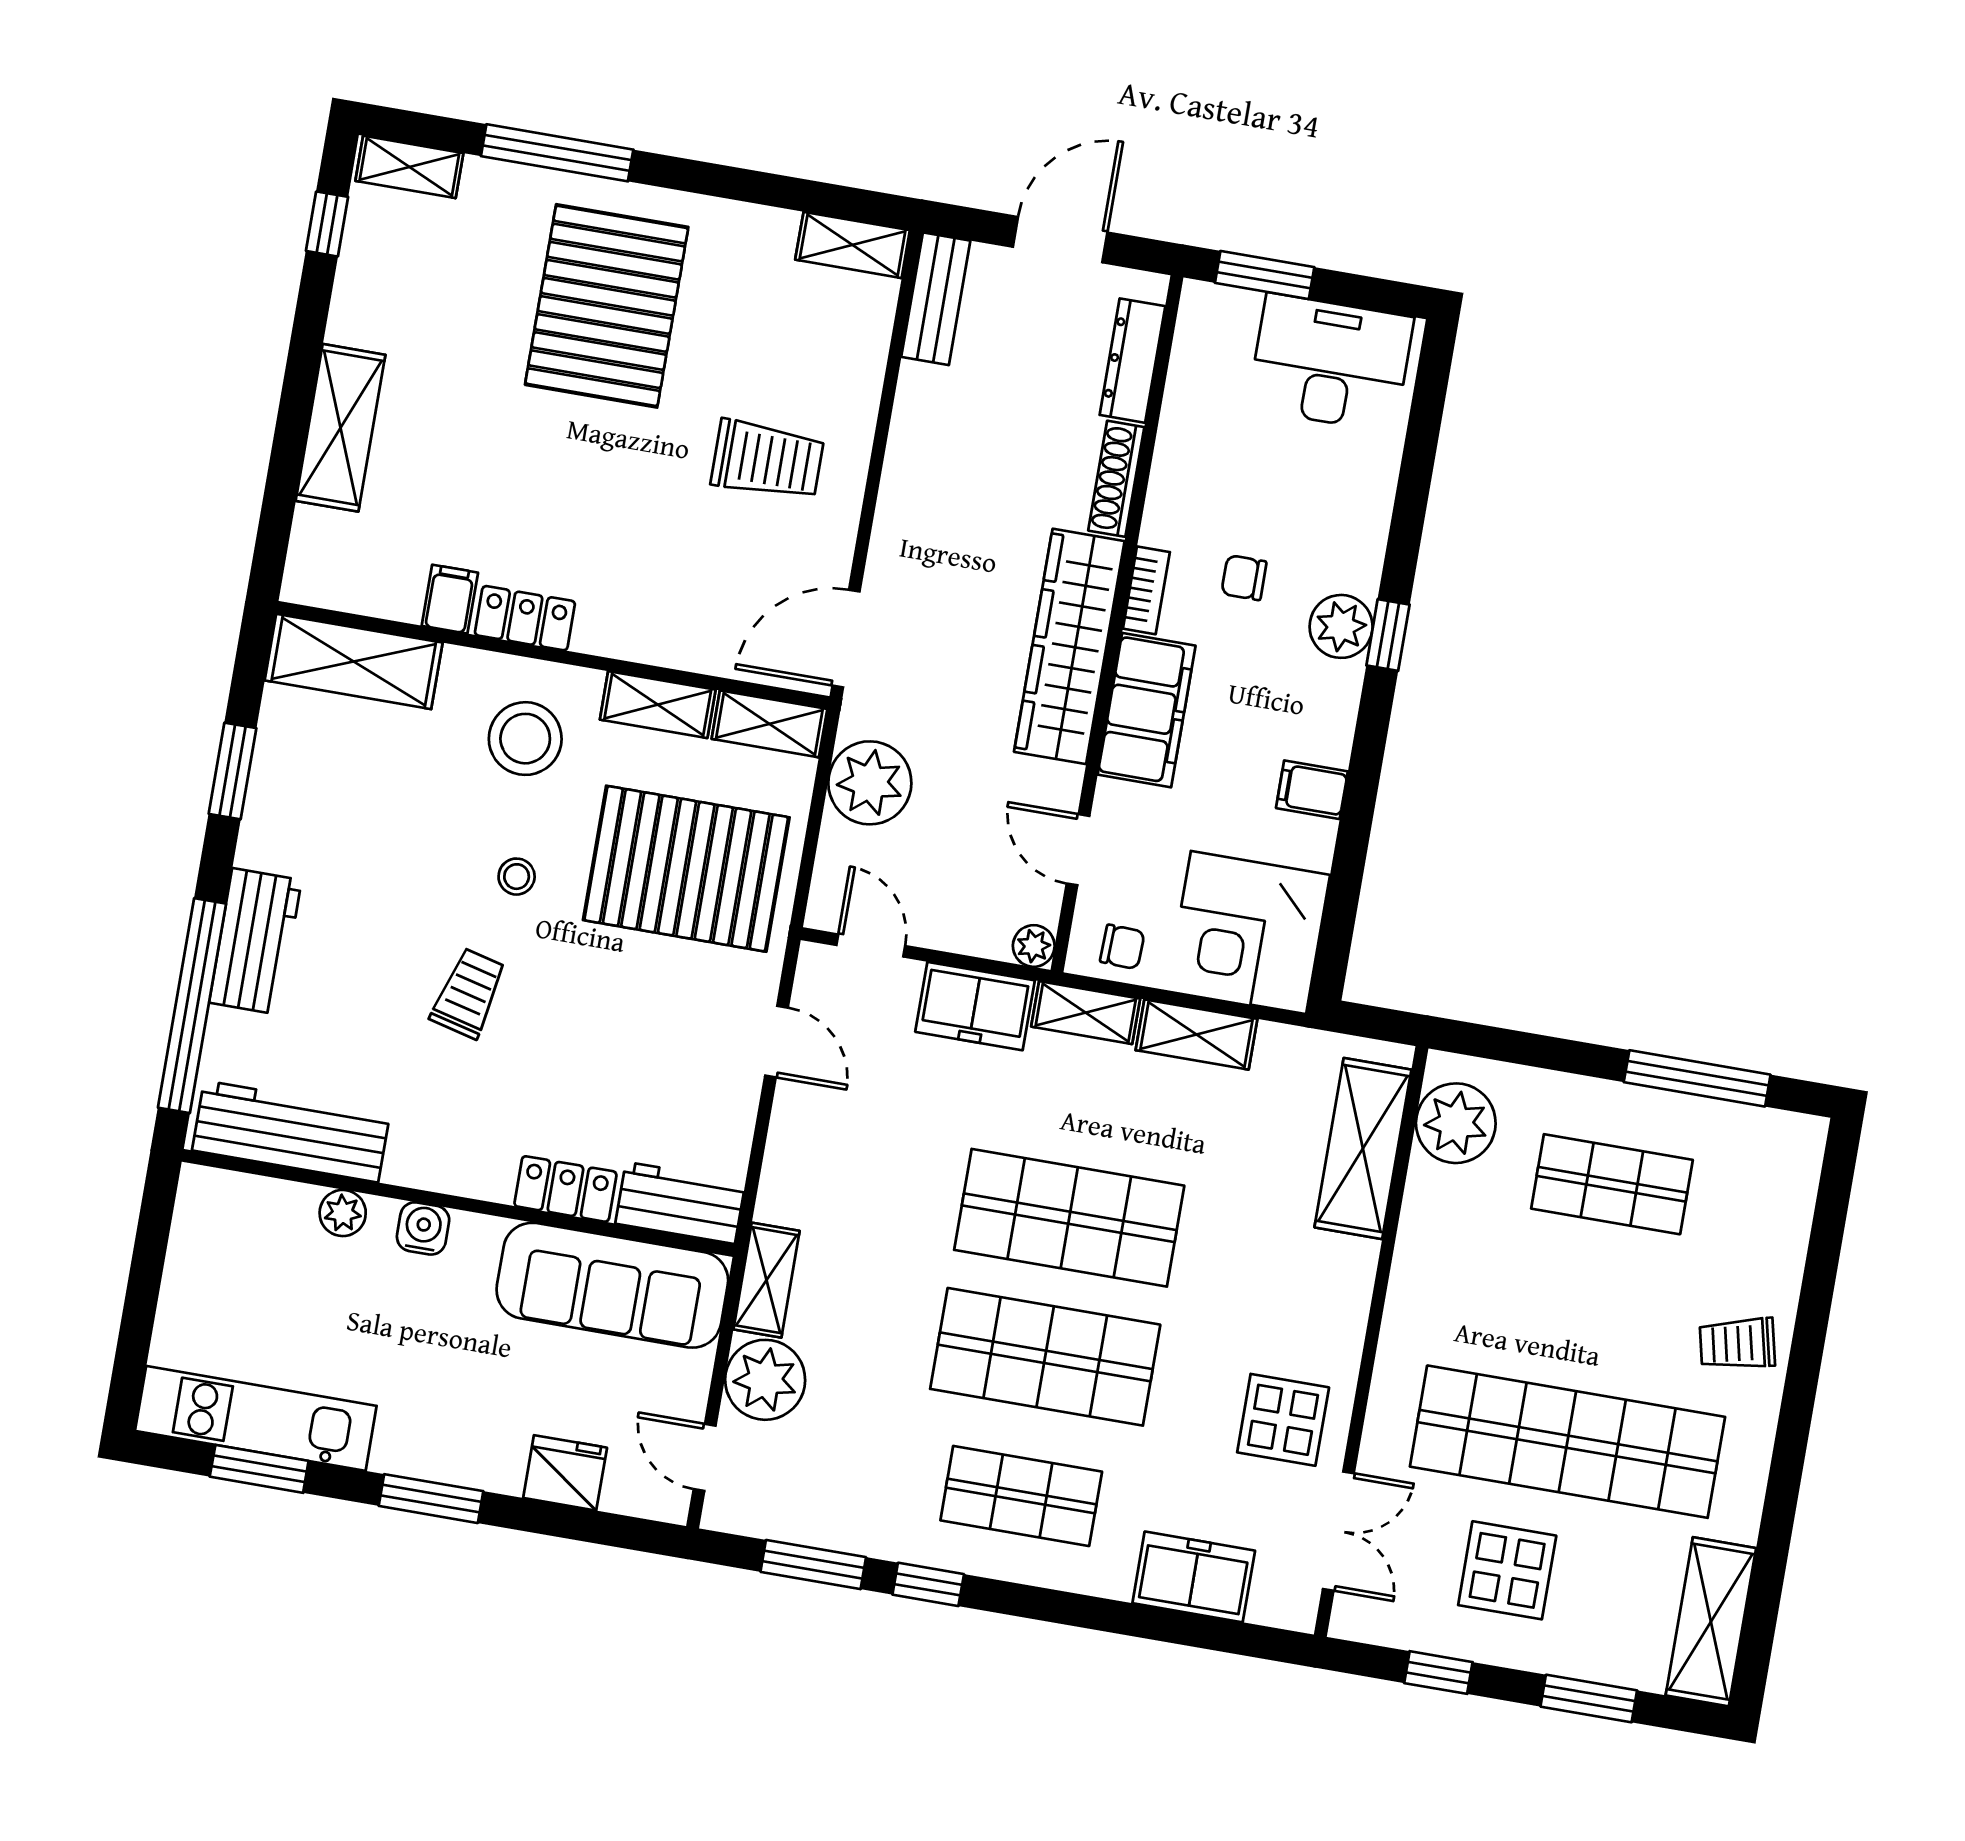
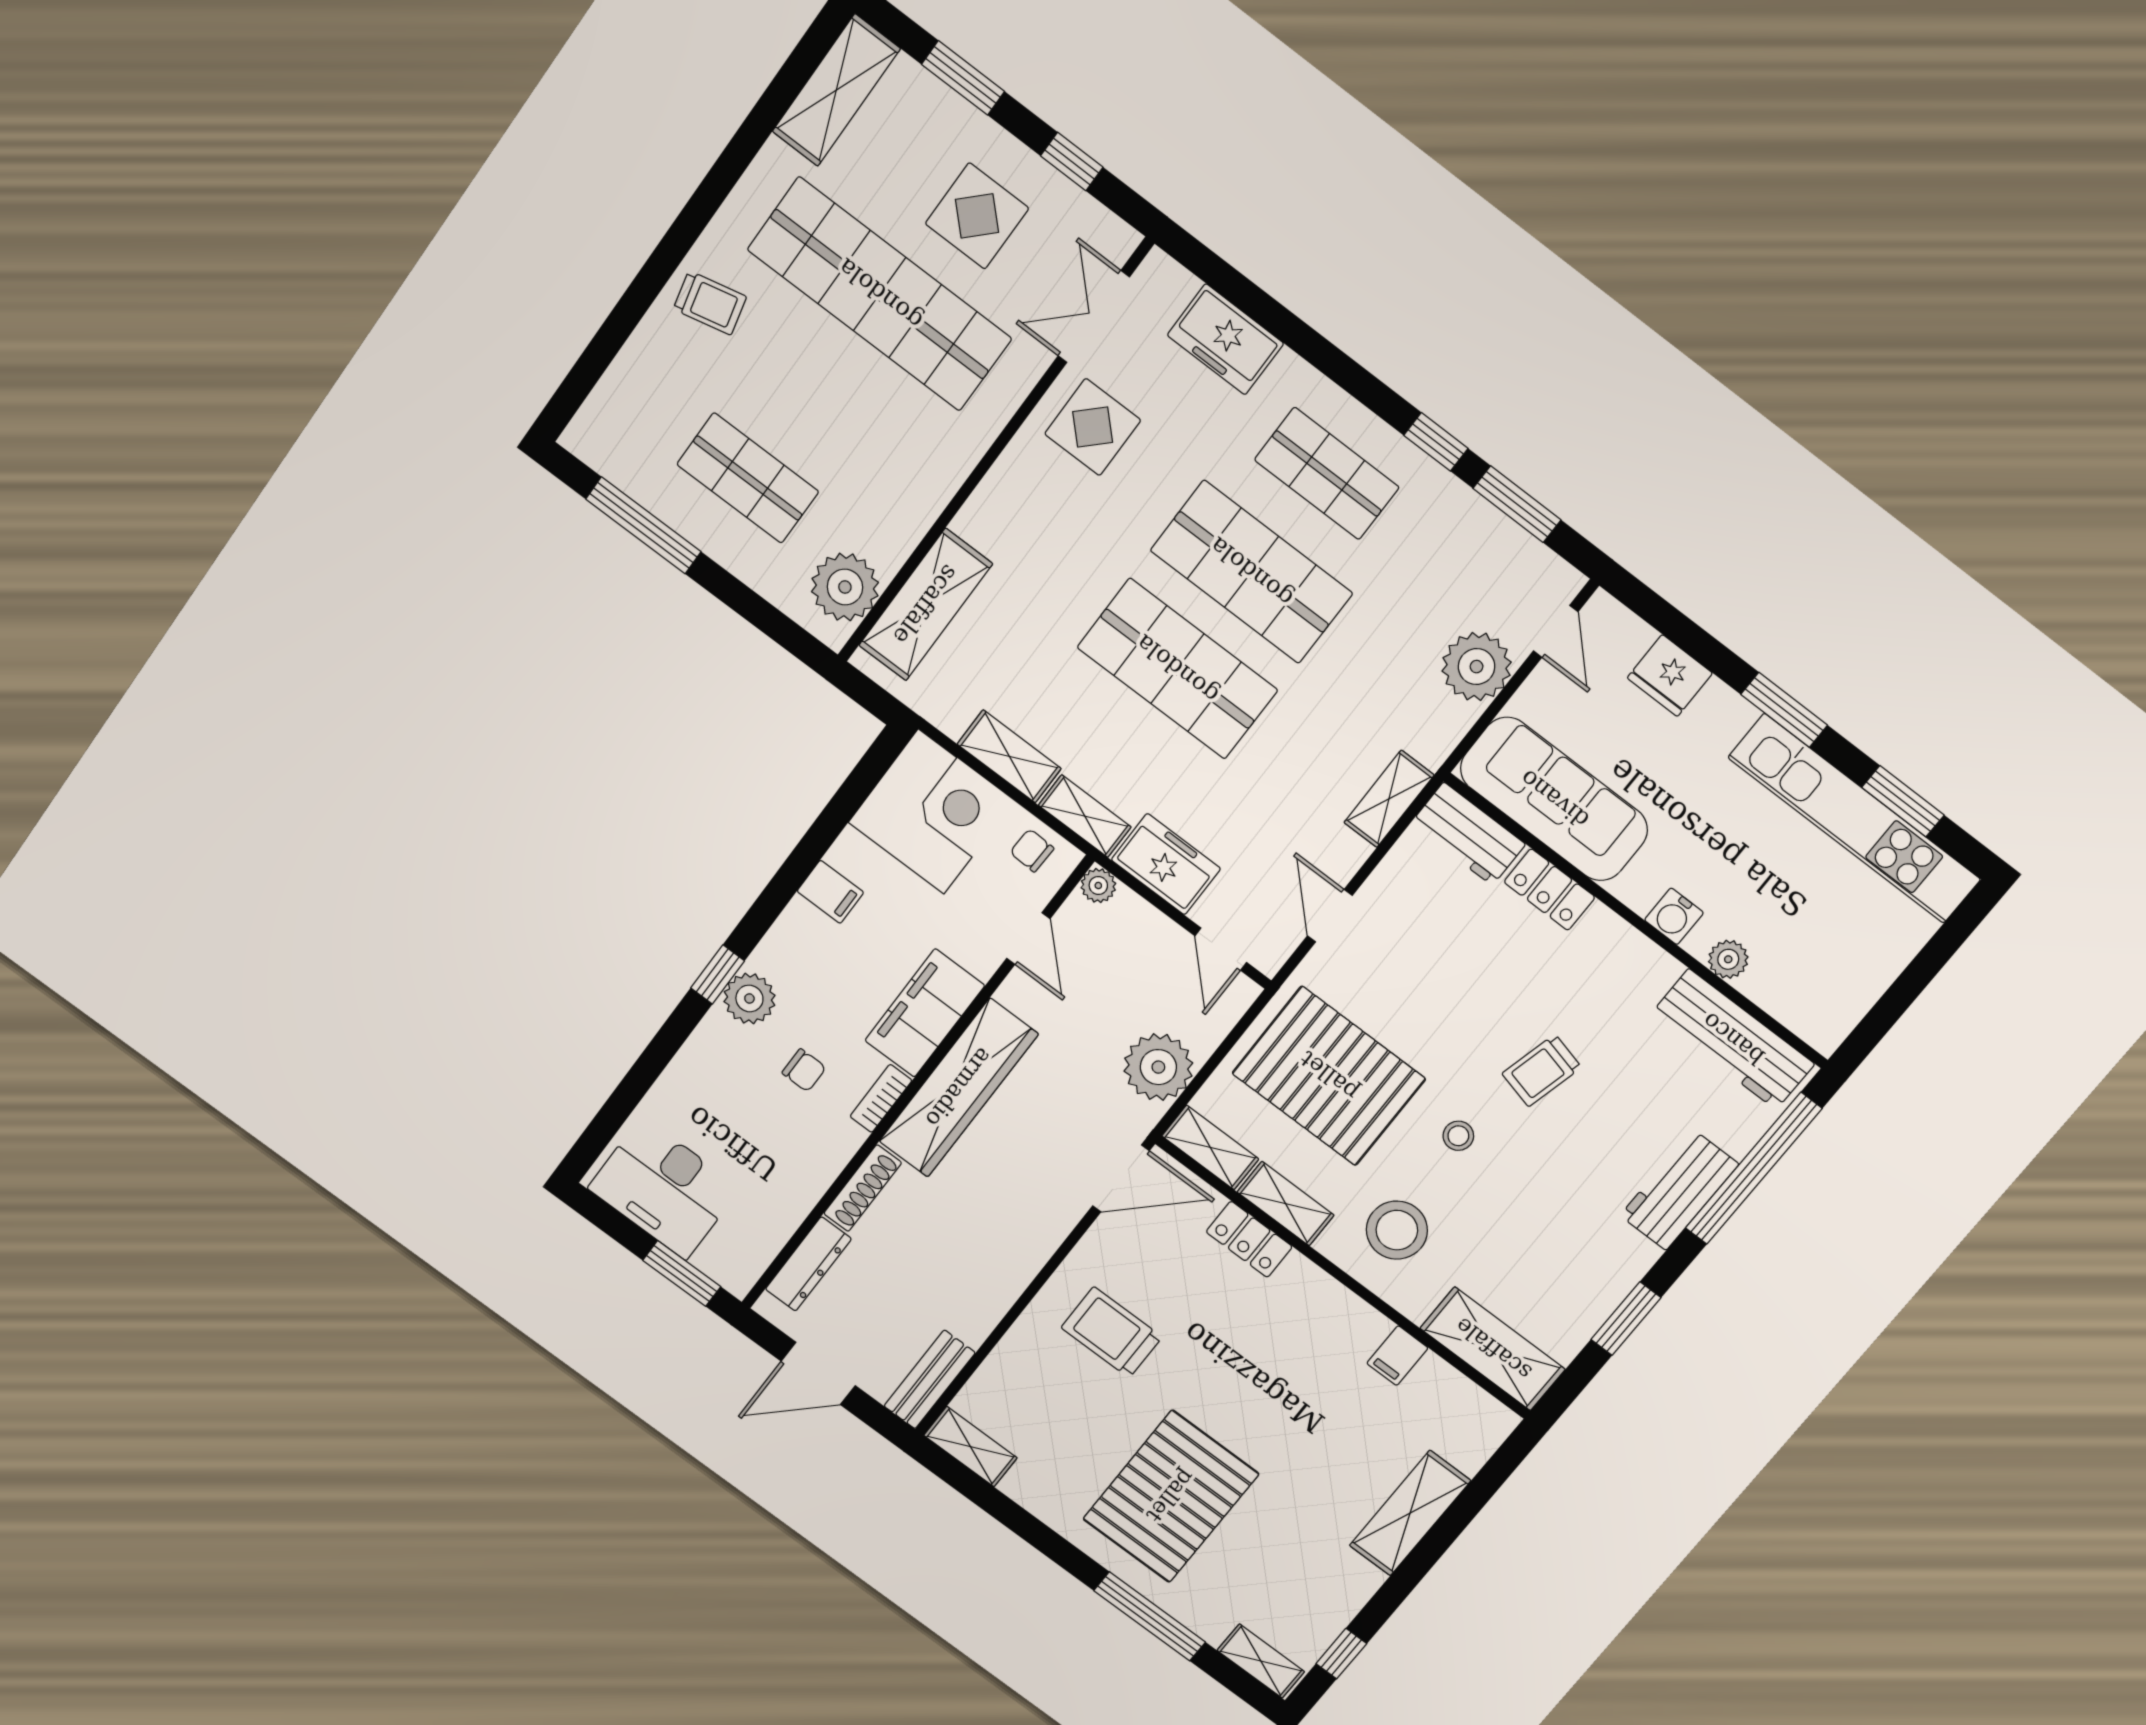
locker: (525, 618) -> (1249, 1239), moved
shelving: (766, 1280) -> (1389, 799), moved
kitchen unit: (256, 1418) -> (1854, 818), width x1.36

